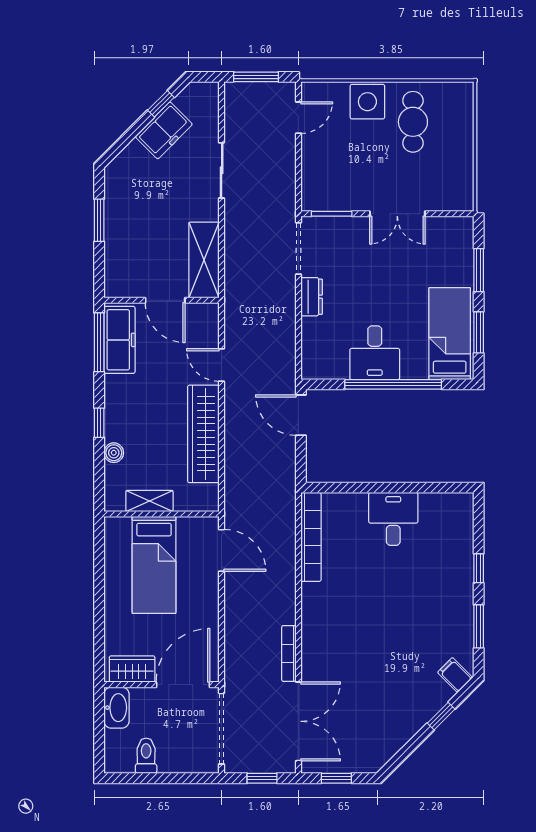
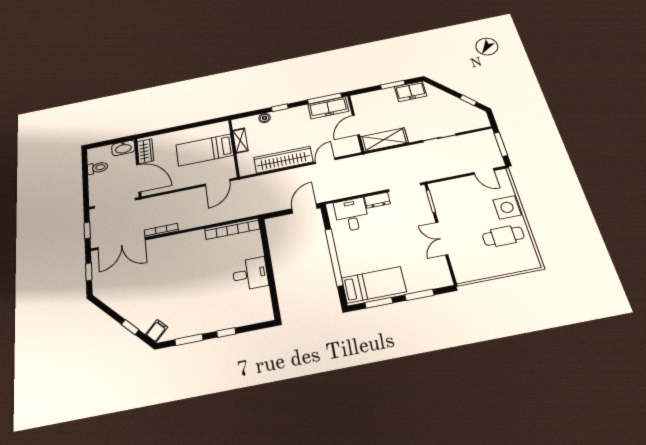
freezer: (164, 130) -> (411, 91), moved, turned -45
desk: (375, 353) -> (351, 215), moved, turned 90

